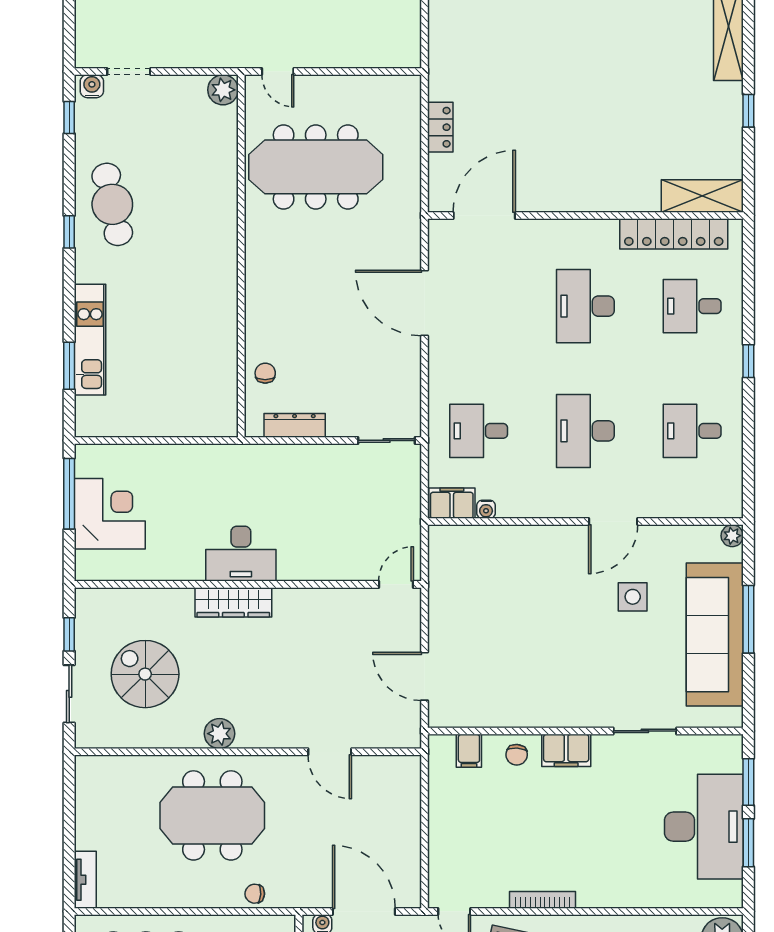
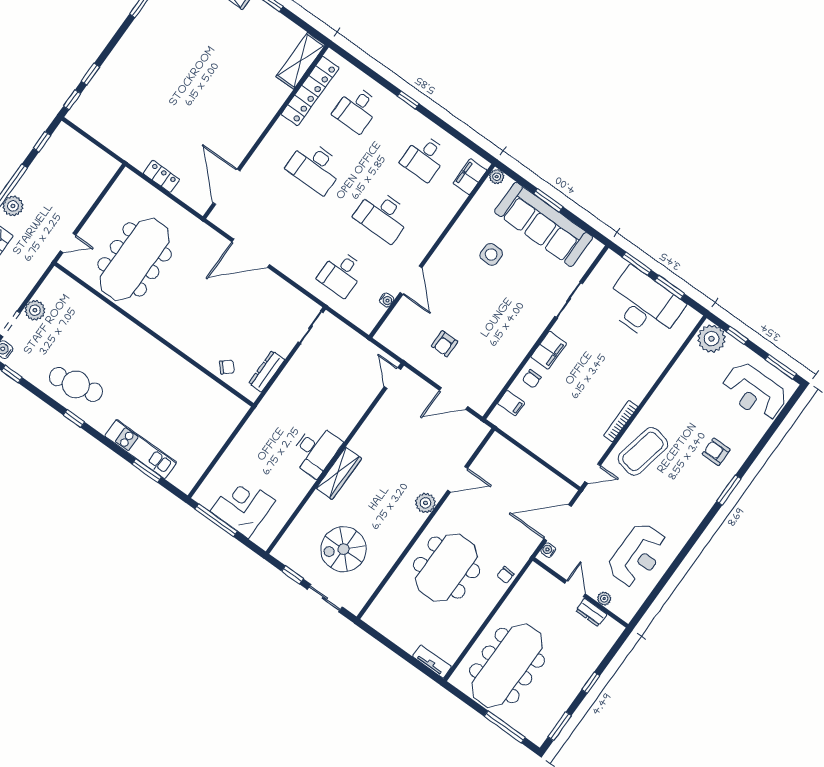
plant: (223, 90) -> (35, 310), moved
chair: (265, 373) -> (227, 367), turned 139
filing cabinet: (452, 503) -> (470, 177), moved
door: (613, 522) -> (411, 280), moved
armchair: (483, 618) -> (445, 344), added
window: (748, 619) -> (548, 200), width x0.69
plant: (219, 734) -> (426, 503), moved
chair: (517, 755) -> (532, 379), turned 86

